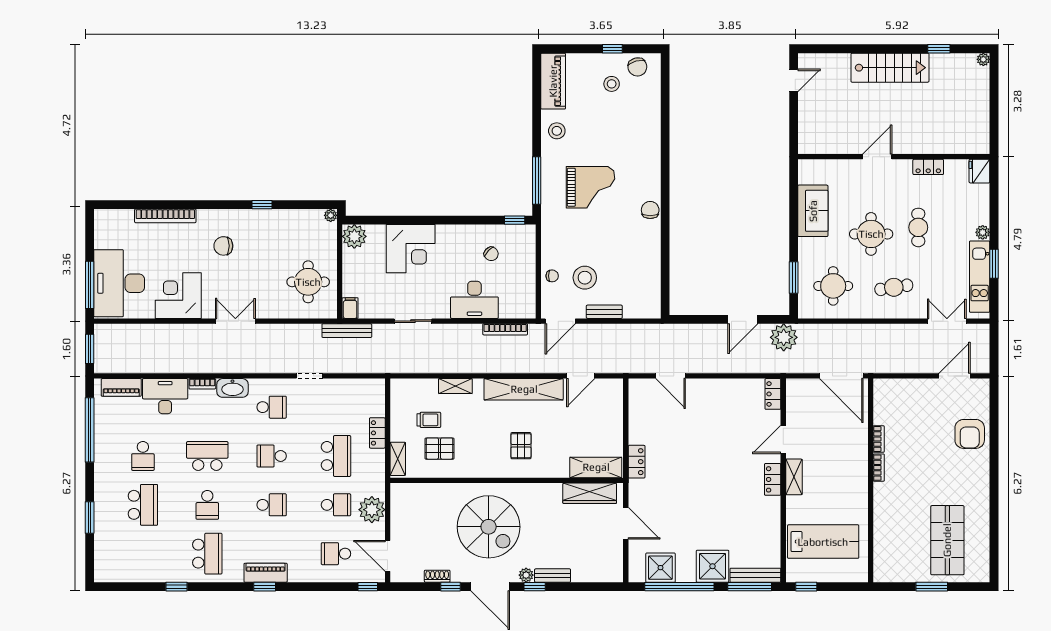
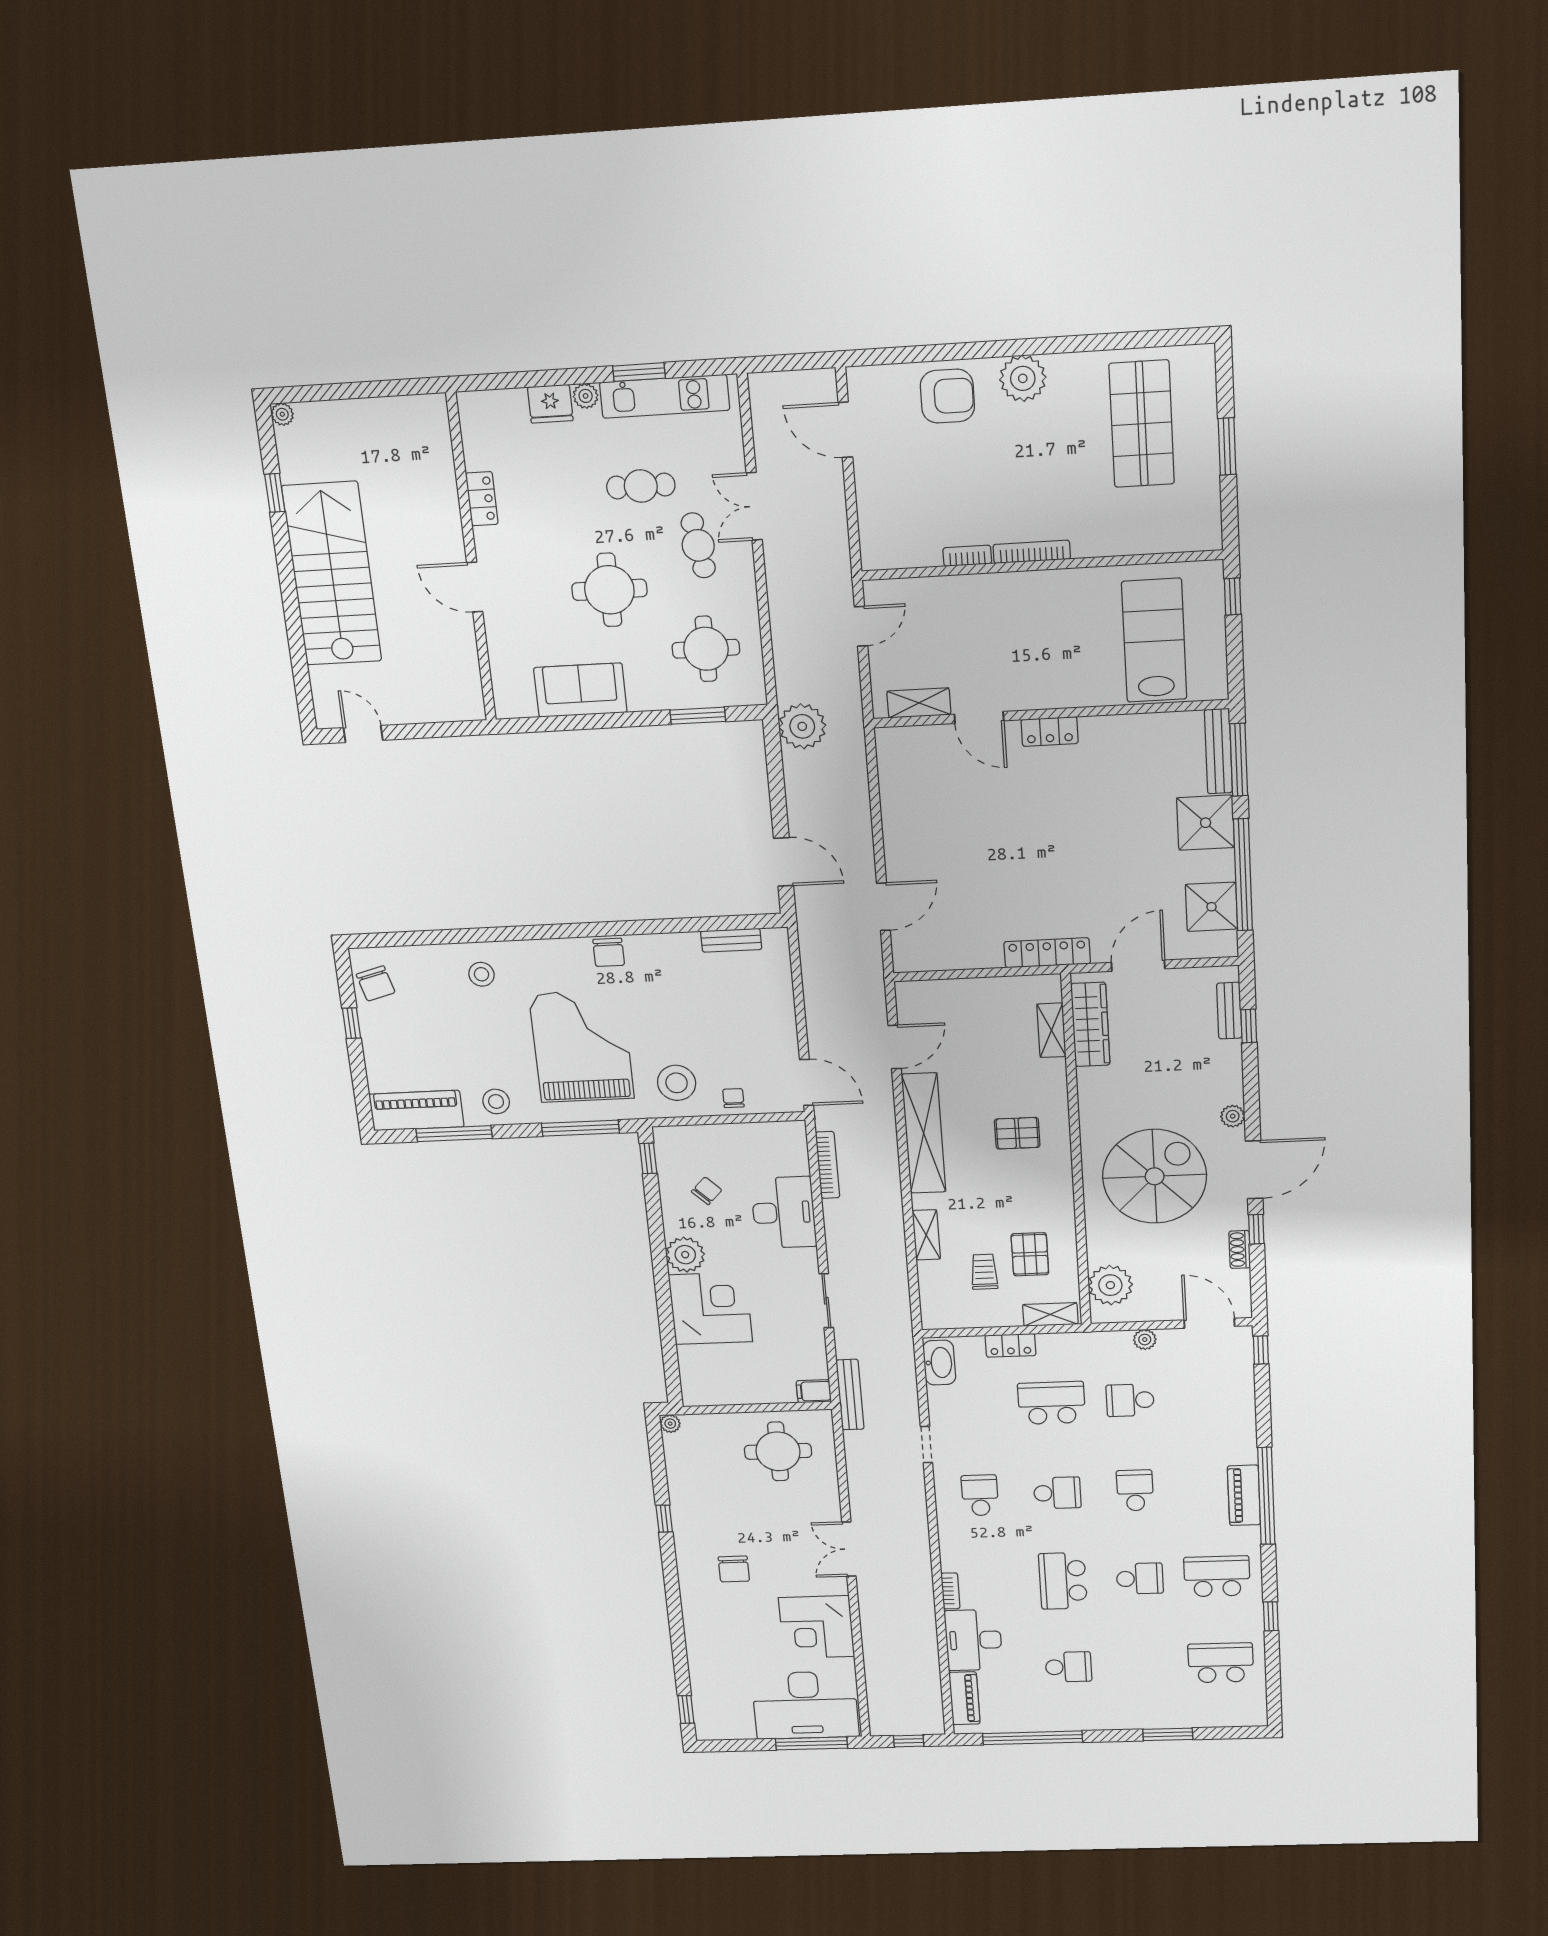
chair: (637, 67) -> (376, 983), turned 90
stairs: (890, 68) -> (332, 574), width x1.36, depth x1.51
stool: (612, 84) -> (481, 974), moved
window: (537, 102) -> (454, 1134), added
fridge: (979, 171) -> (550, 404), moved
grand piano: (591, 187) -> (582, 1046), width x1.37, depth x1.48
window: (118, 205) -> (686, 1709), added
chair: (650, 210) -> (609, 952), turned -90
bookcase: (165, 216) -> (696, 1648), removed
cafe table: (918, 227) -> (641, 486), moved
plant: (354, 236) -> (685, 1255), moved
stool: (585, 278) -> (677, 1083), moved
bench: (604, 312) -> (731, 940), moved, turned 90
door: (743, 319) -> (784, 862), moved
double door: (947, 321) -> (754, 506), moved
window: (90, 349) -> (909, 1741), width x0.67
door: (581, 376) -> (895, 1047), hinge flipped
door: (841, 376) -> (861, 626), width x0.53
washbasin: (232, 388) -> (939, 1363), moved
locker: (773, 394) -> (901, 739), removed
school desk: (272, 456) -> (1057, 1493), turned -90
locker: (637, 462) -> (1047, 953), width x1.53
shelving: (596, 467) -> (1051, 1030), width x0.67, depth x0.75
bookcase: (879, 468) -> (1032, 552), width x1.56
plant: (977, 476) -> (1023, 378), added
shelving: (794, 477) -> (919, 703), moved
plant: (416, 497) -> (1110, 1285), added
school desk: (143, 505) -> (1221, 1663), moved
school desk: (336, 505) -> (1130, 1400), turned -90
plant: (372, 510) -> (1145, 1340), width x0.53, depth x0.53
shop shelf: (947, 540) -> (1142, 424), turned 90
school desk: (336, 554) -> (1209, 1397), removed
door: (388, 556) -> (1209, 1323), swing flipped
bench: (553, 576) -> (1229, 1011), moved
window: (265, 587) -> (1266, 1496), width x3.17
window: (535, 587) -> (1249, 1026), moved
window: (806, 587) -> (1233, 597), moved

